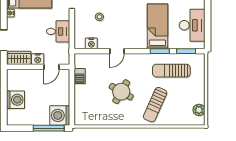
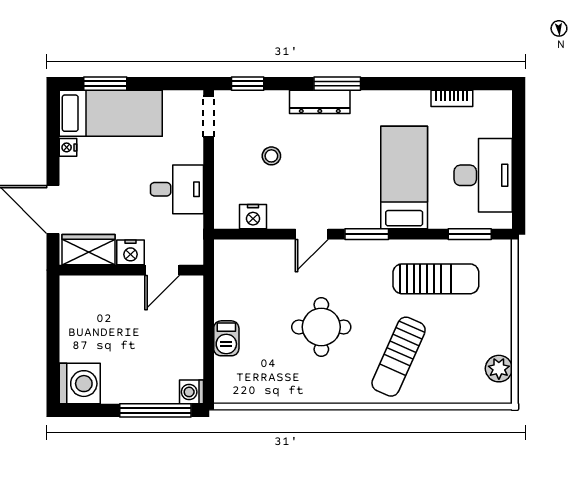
window: (160, 51) -> (367, 234), moved
sun lounger: (171, 71) -> (436, 279), turned 180
barbecue: (80, 76) -> (226, 338), moved
round table: (121, 92) -> (321, 327), turned -30
washing machine: (16, 100) -> (80, 384), moved
washing machine: (60, 115) -> (192, 392), width x0.53, depth x0.53

